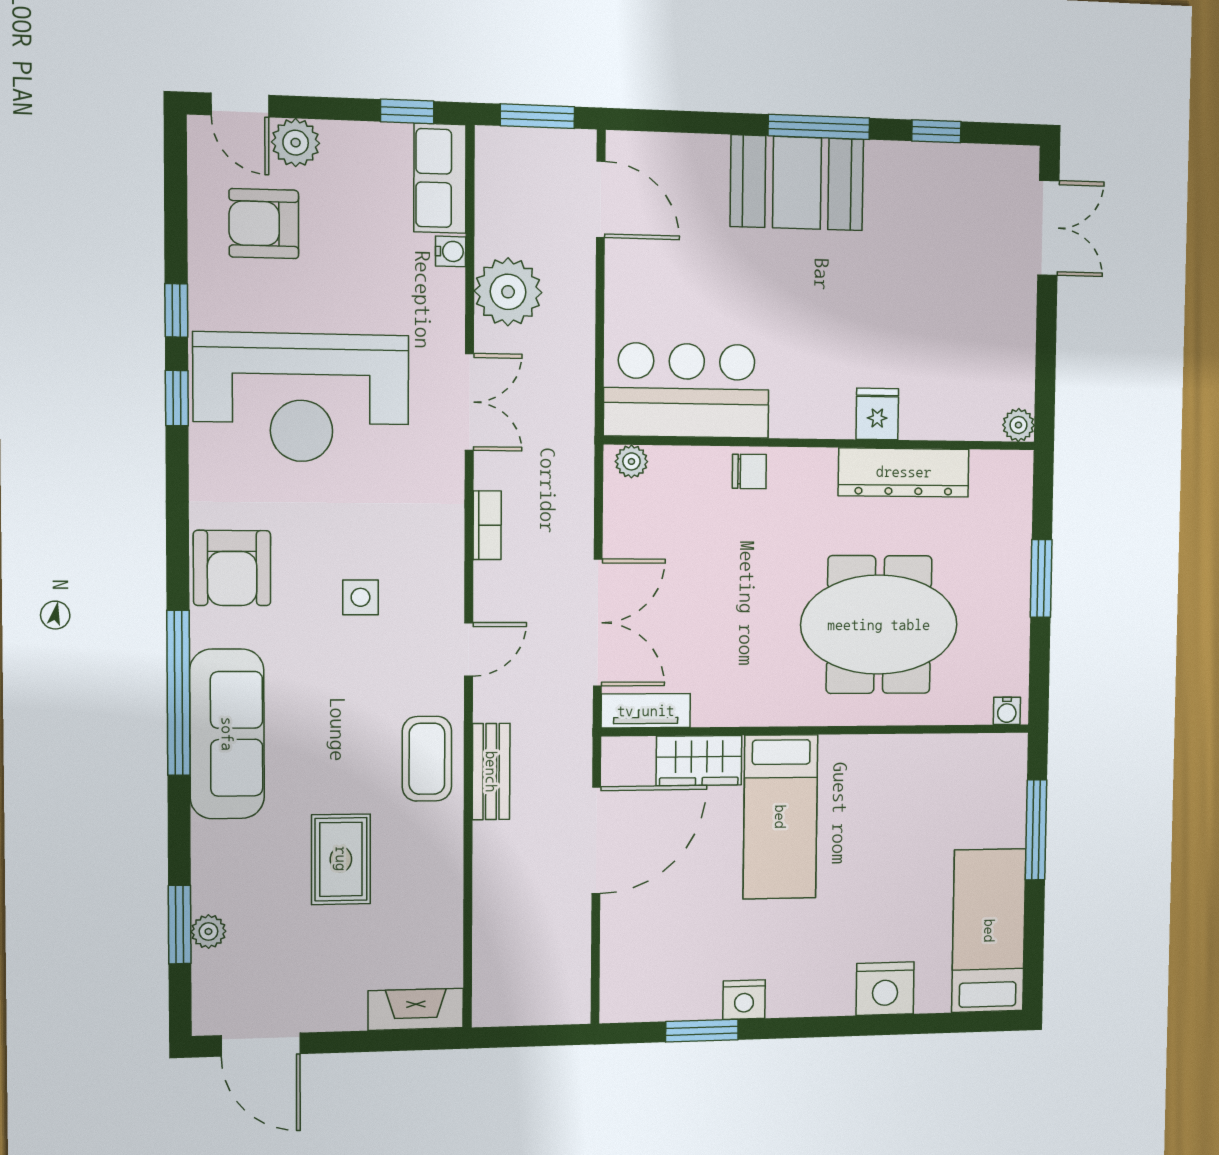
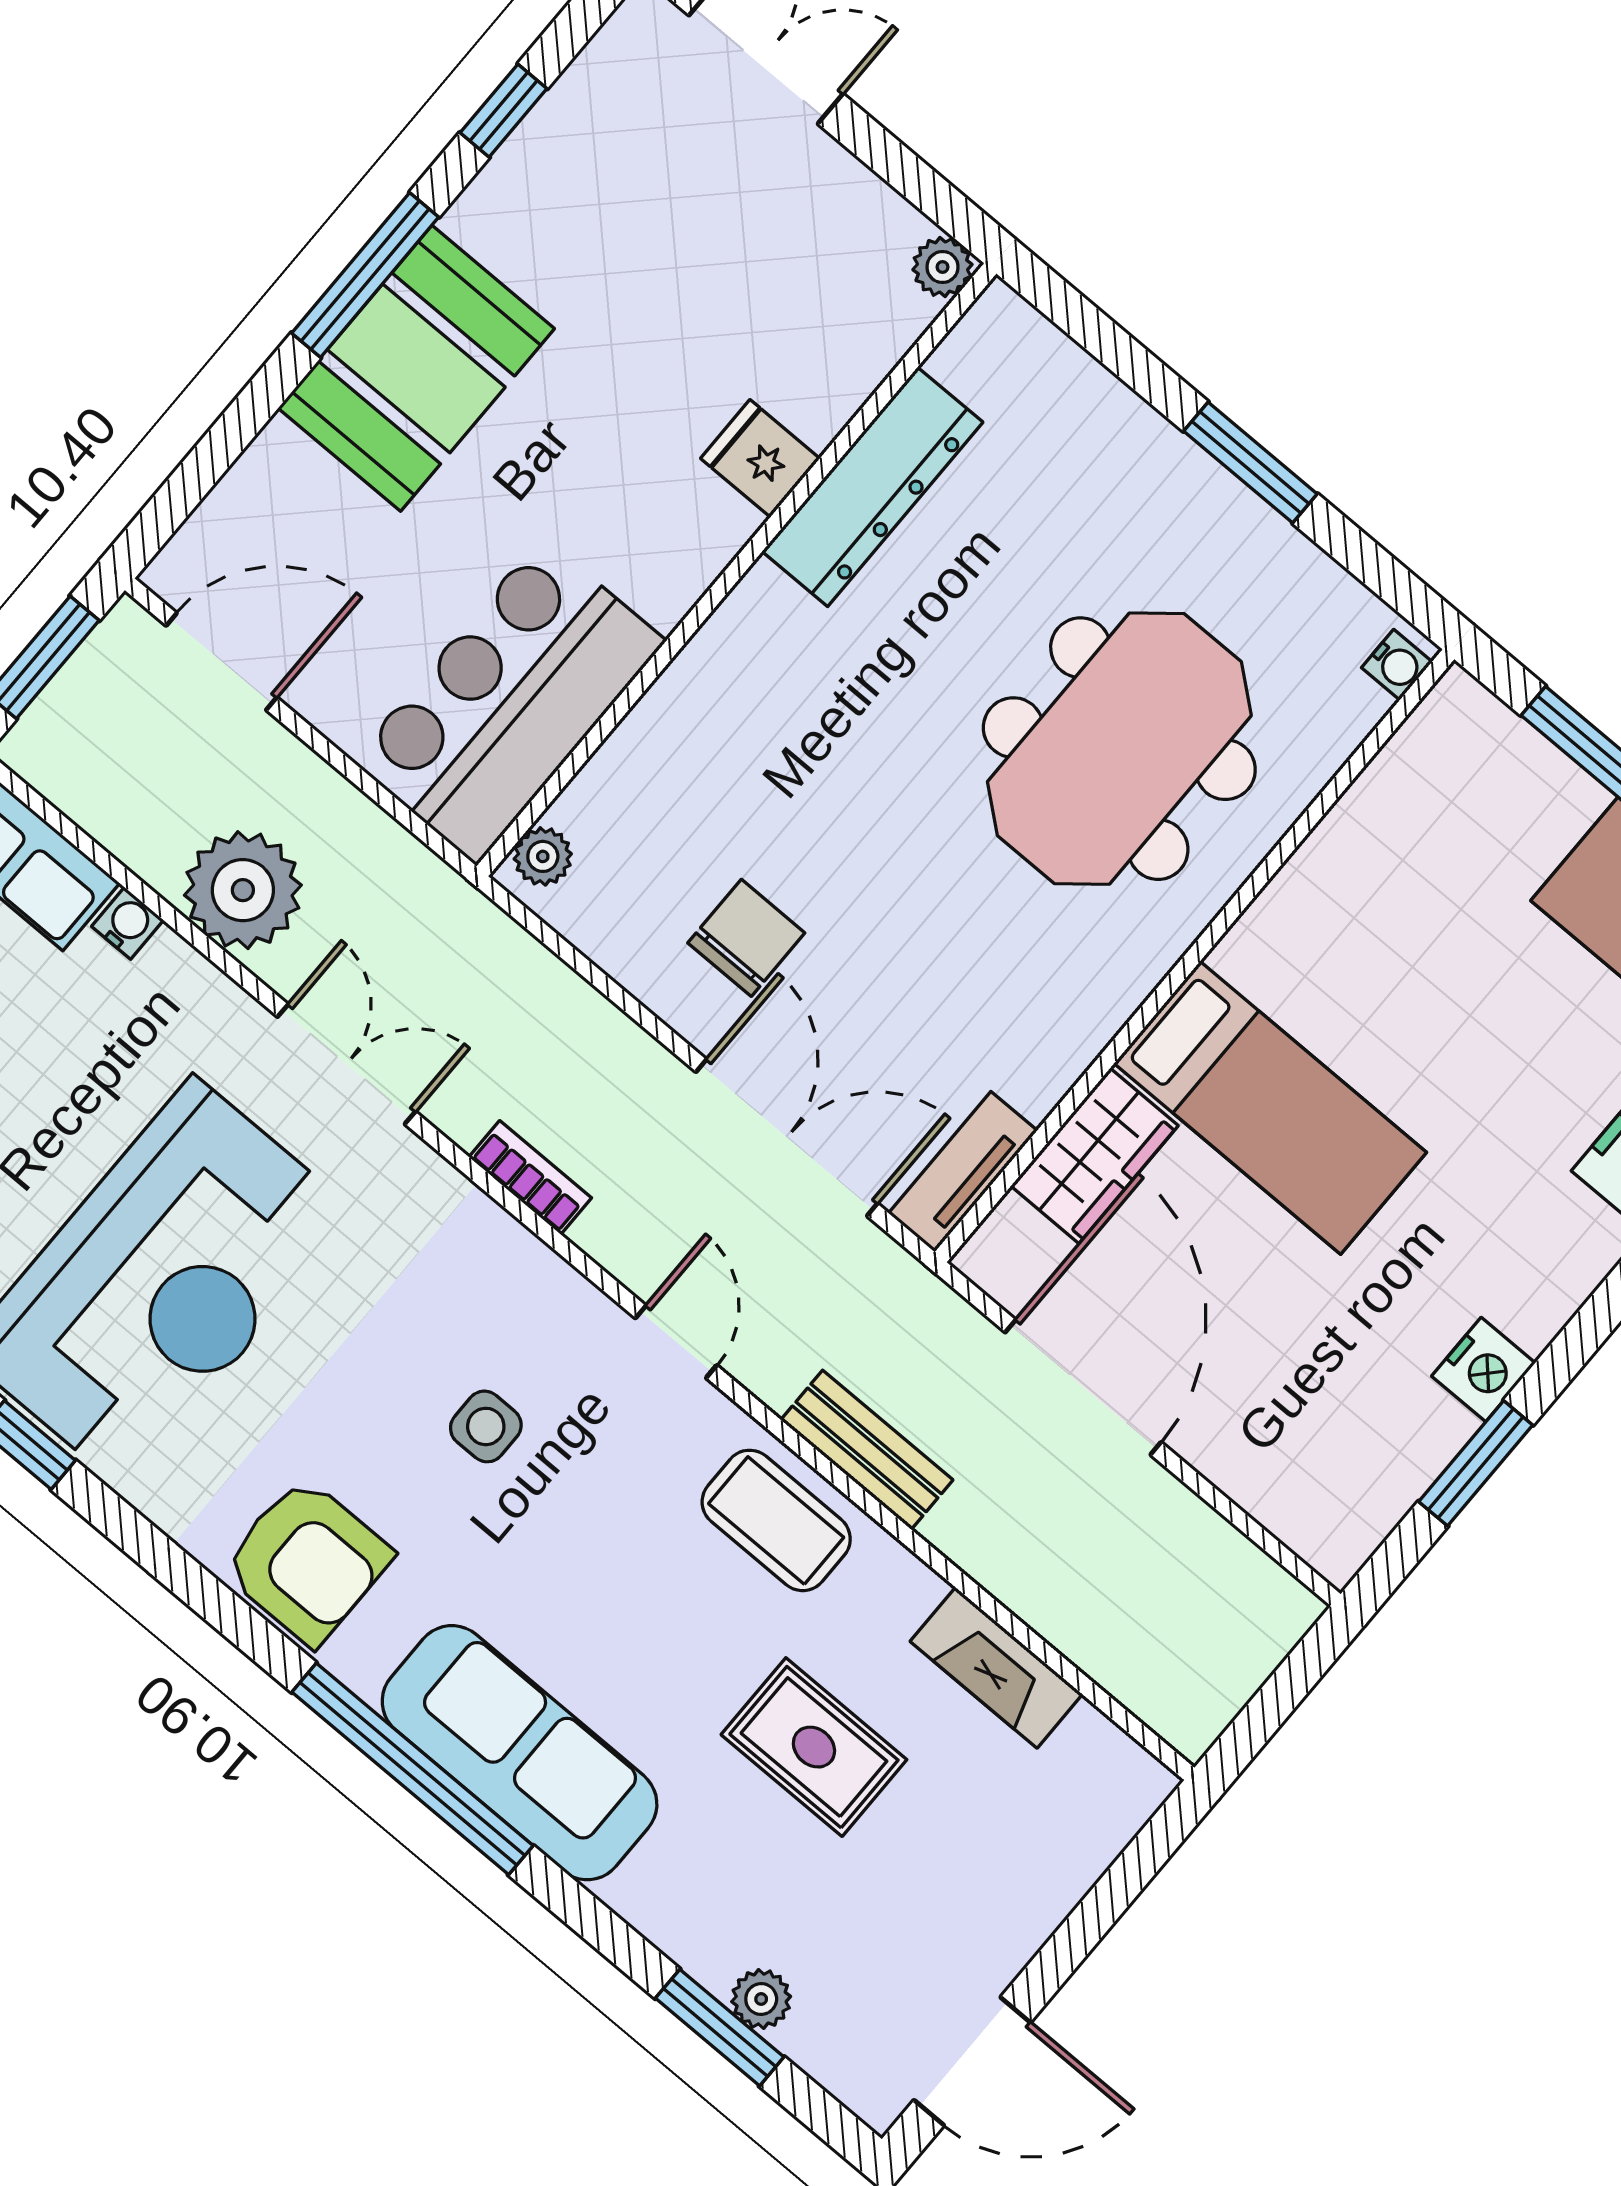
bar counter: (687, 390) -> (509, 701), moved
fridge: (877, 414) -> (760, 458), moved
plant: (1018, 425) -> (942, 267), moved
wall: (822, 443) -> (736, 570), moved
plant: (631, 461) -> (543, 856), moved
chair: (749, 471) -> (746, 938), moved, width x1.37, depth x1.37
dresser: (904, 472) -> (872, 487), moved
fireplace: (416, 1009) -> (996, 1668), moved, turned -90

